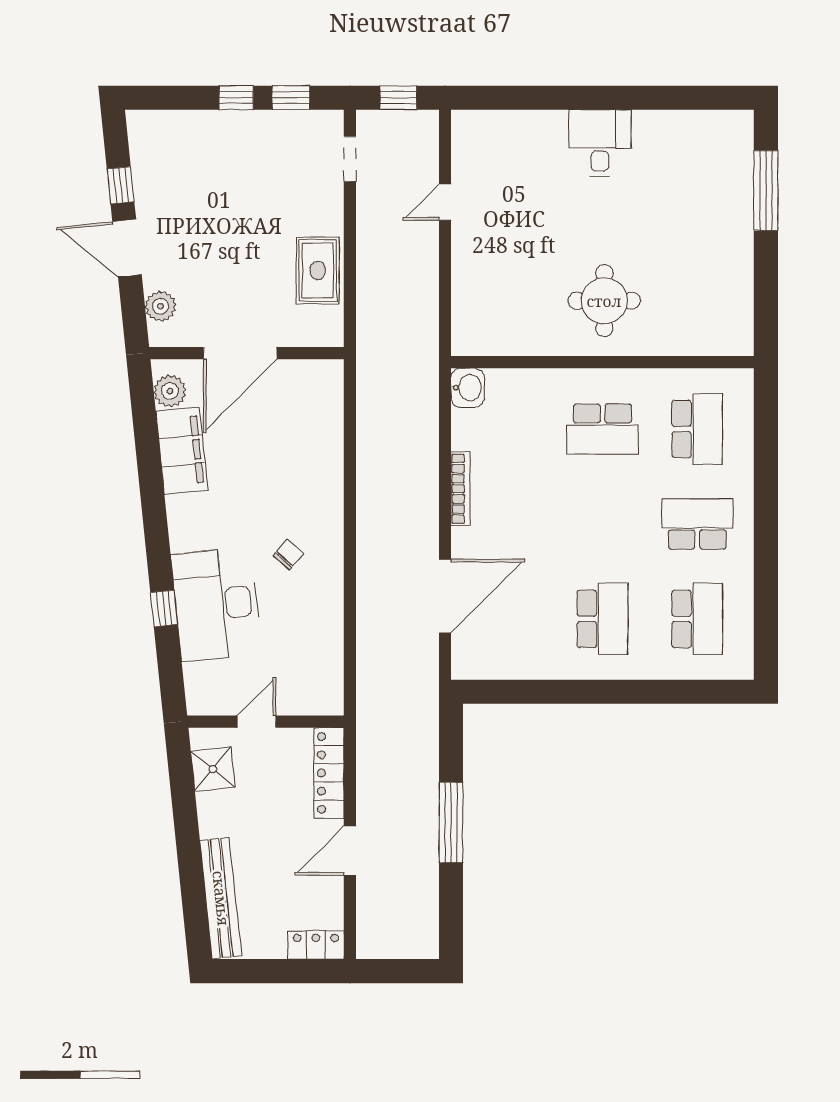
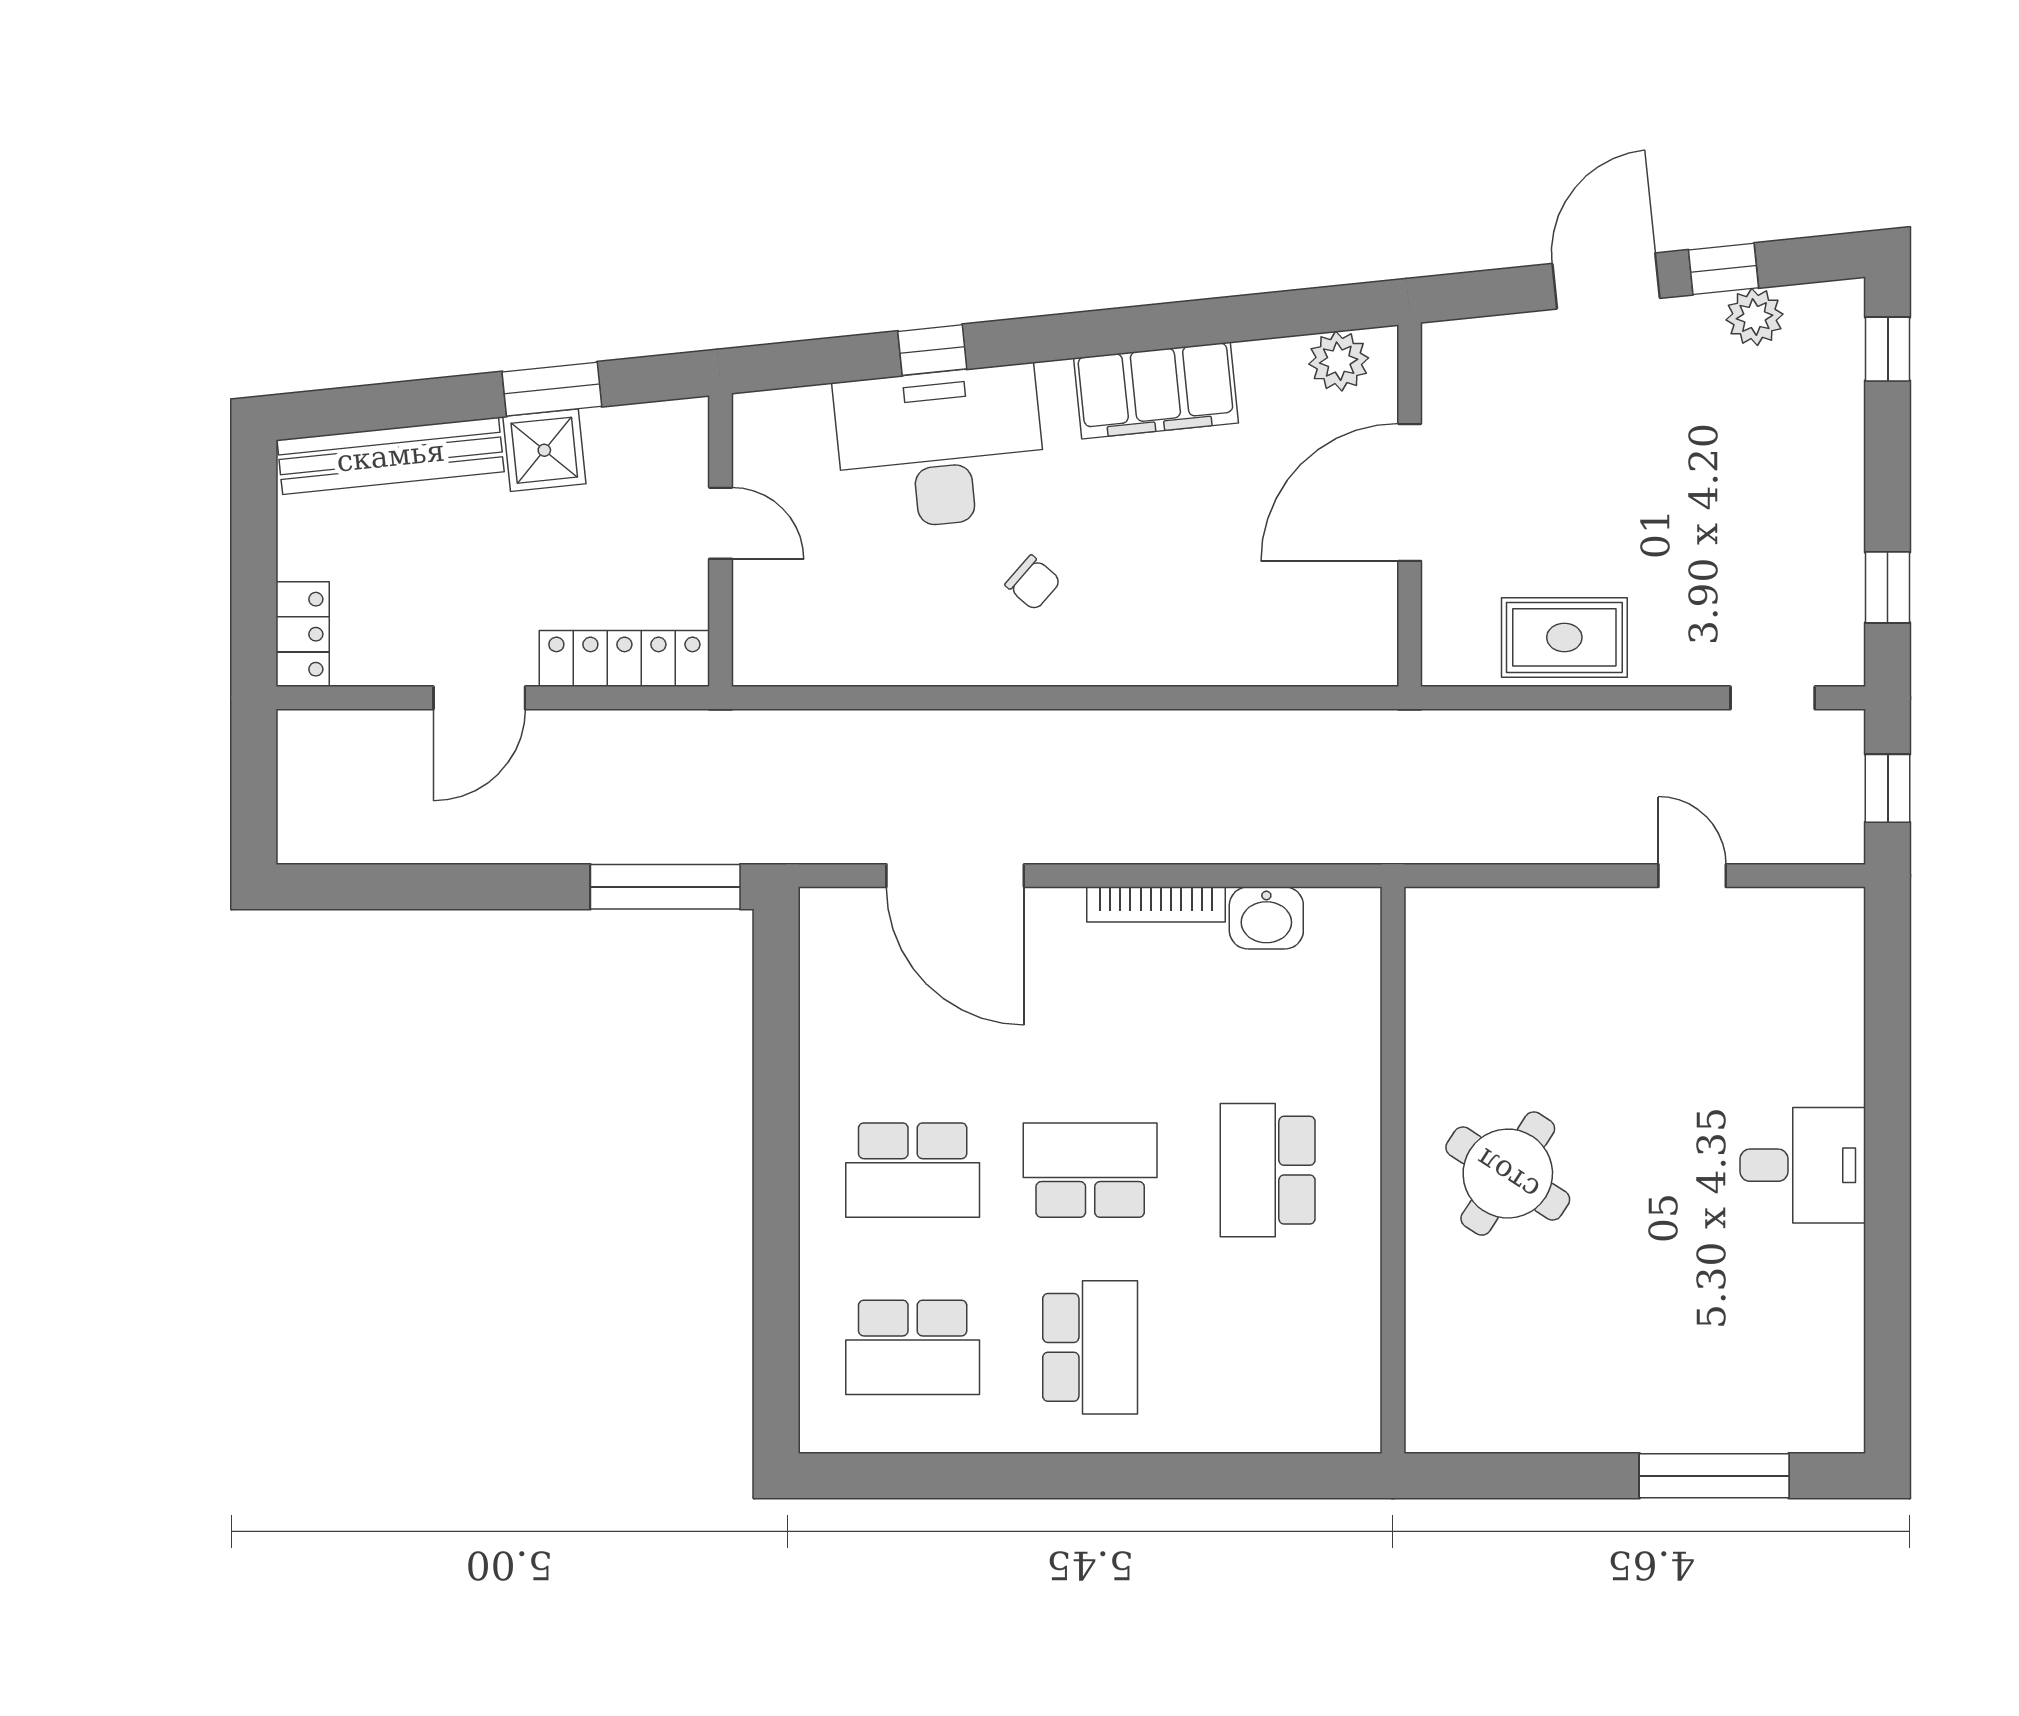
window: (236, 98) -> (1888, 349), moved
round table: (604, 301) -> (1508, 1174), turned 33
plant: (160, 306) -> (1755, 317), moved
door: (240, 353) -> (1410, 492), hinge flipped
washbasin: (468, 388) -> (1266, 918), moved
school desk: (697, 429) -> (1090, 1170), moved, turned 180
filing cabinet: (182, 451) -> (1156, 390), moved
shower: (213, 769) -> (544, 450), moved
window: (185, 812) -> (552, 389), added
window: (451, 823) -> (665, 887), moved
door: (350, 851) -> (479, 698), swing flipped

